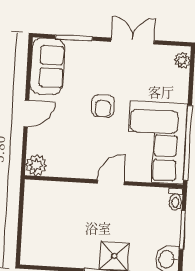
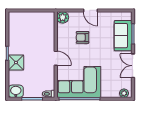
double door: (133, 41) -> (133, 66), swing flipped
sofa: (47, 66) -> (123, 36), moved, turned 90
armchair: (103, 106) -> (83, 37), moved

